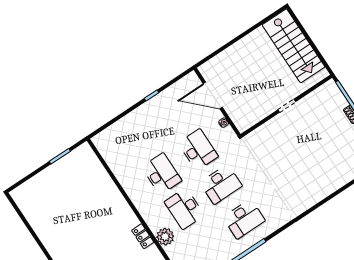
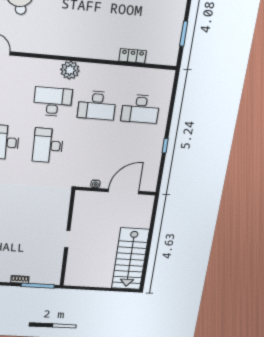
stairs: (294, 46) -> (130, 259), moved, turned -90
desk: (198, 150) -> (141, 109), moved
locker: (143, 236) -> (133, 56), moved
plant: (165, 237) -> (70, 70), moved

